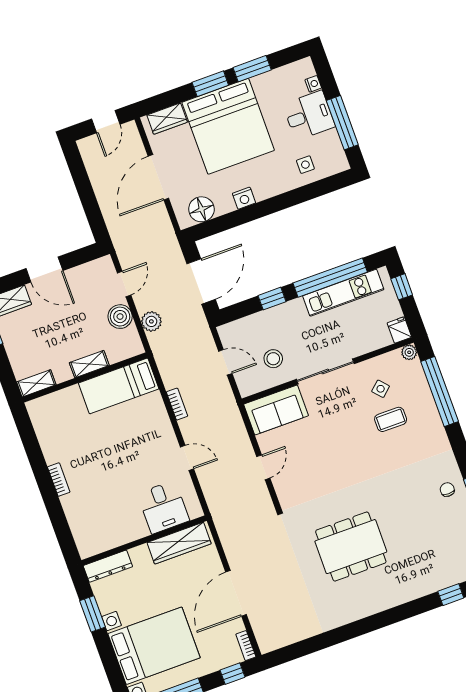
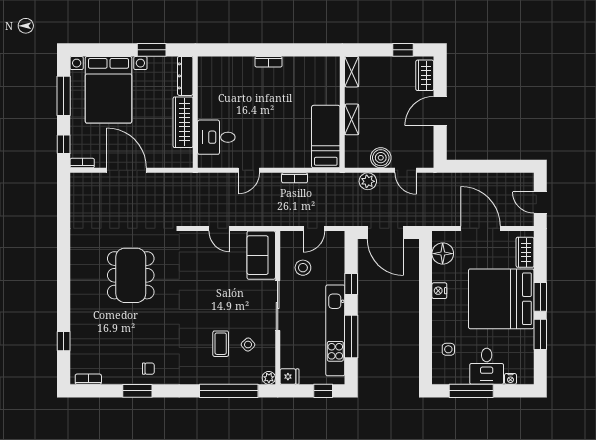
window: (330, 278) -> (351, 336), width x0.68
kitchen unit: (343, 293) -> (335, 330), width x1.36
wardrobe: (179, 543) -> (183, 122), moved

